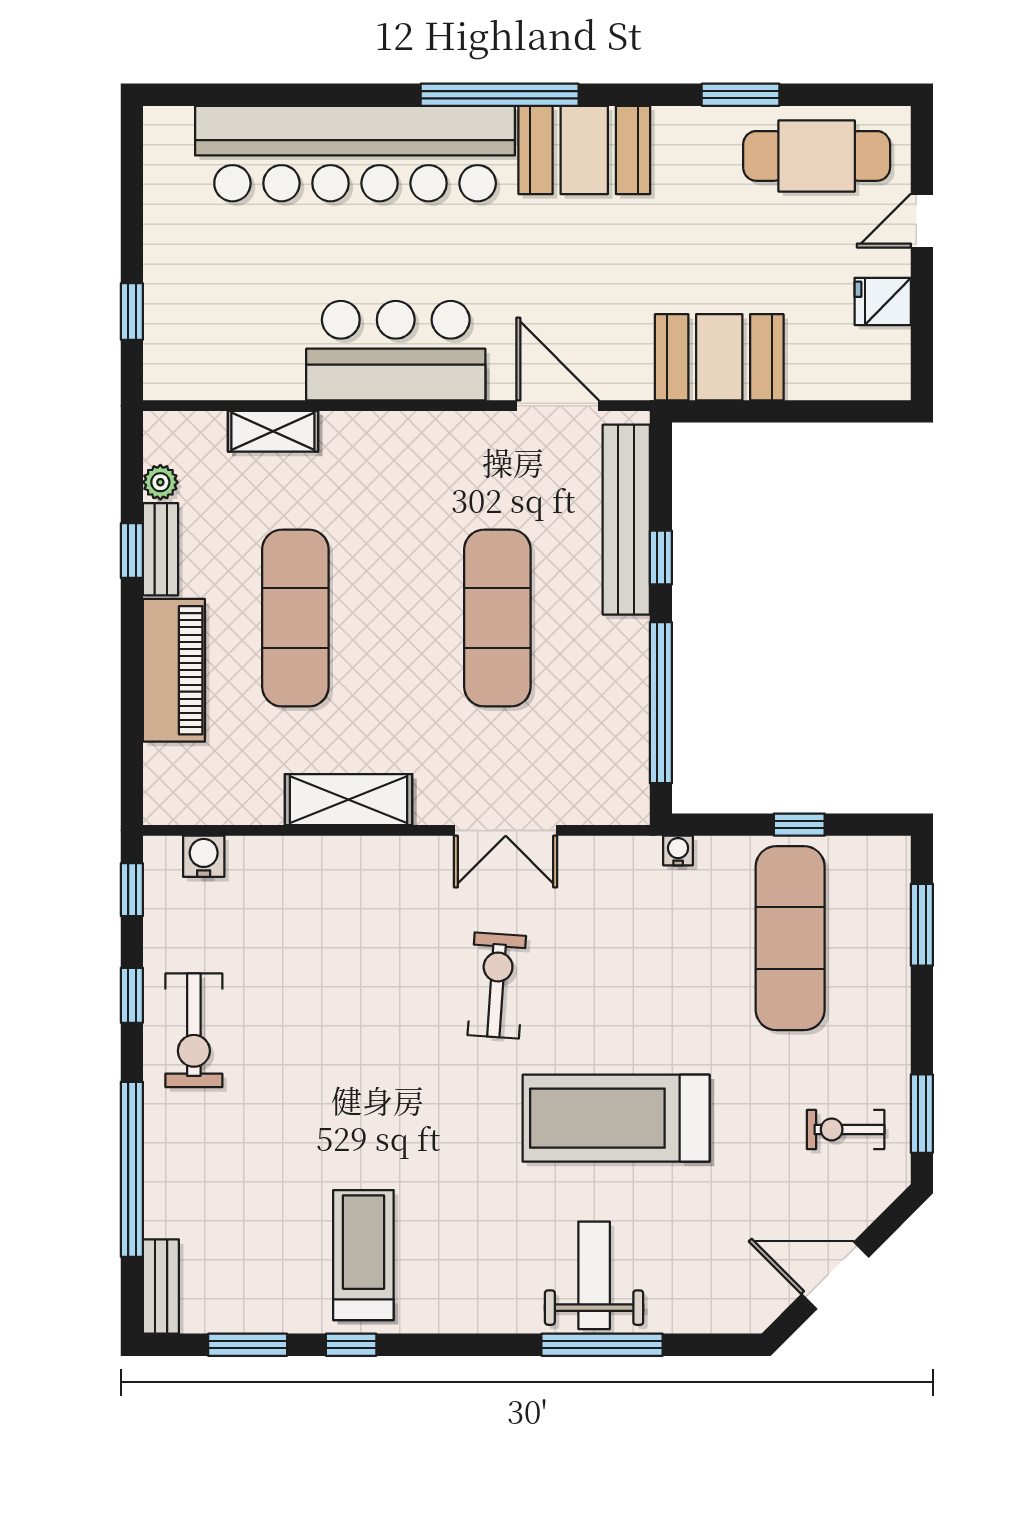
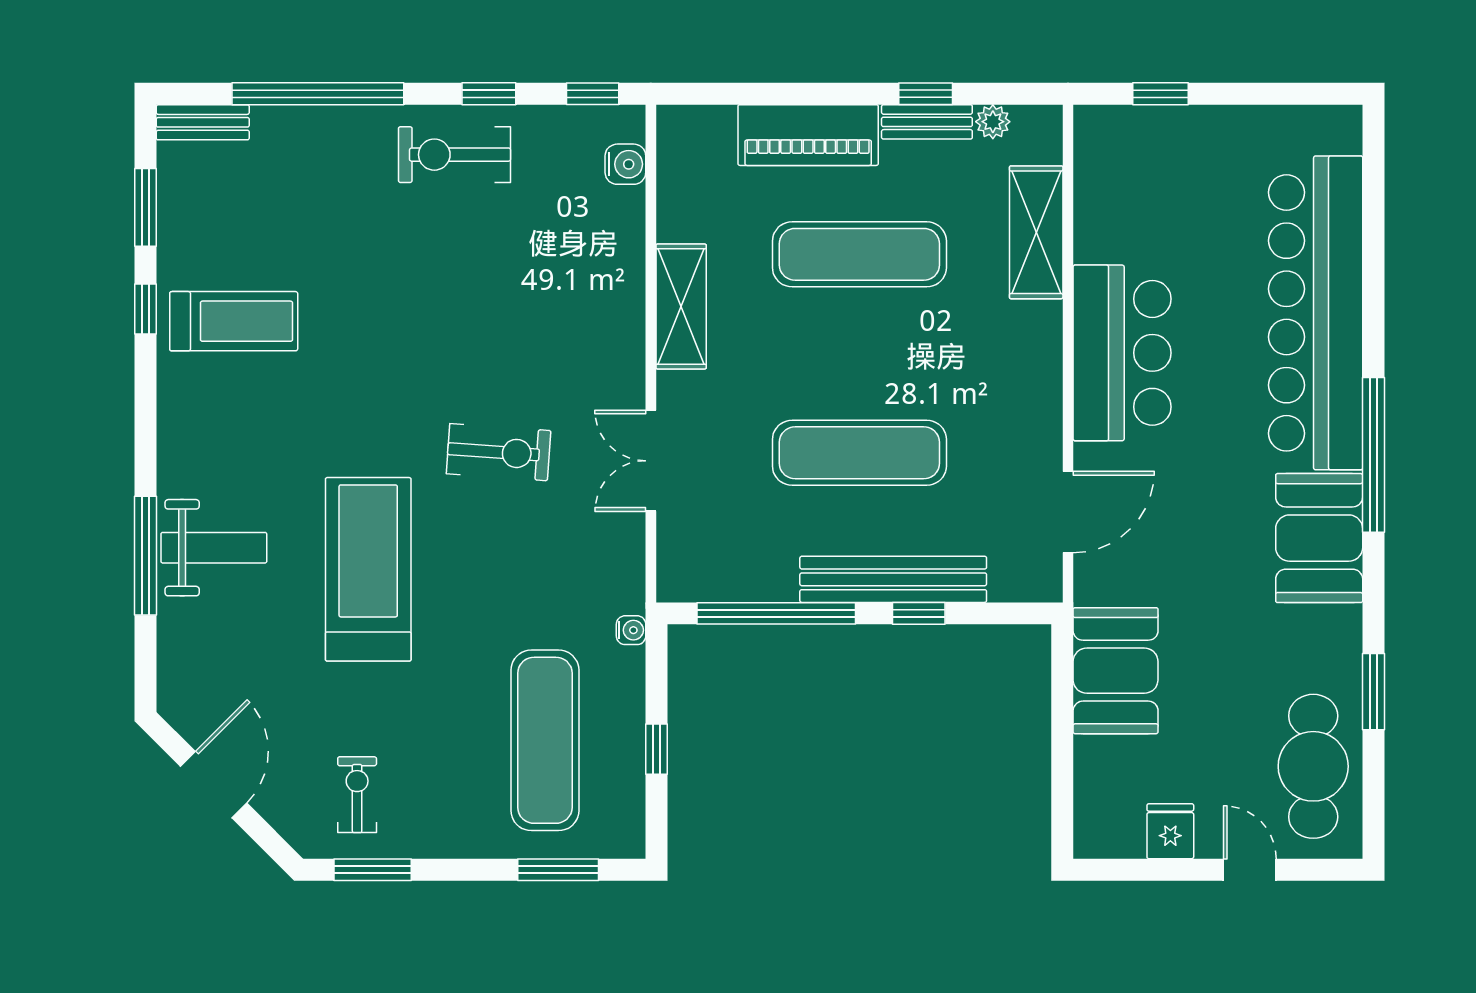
shelving: (273, 431) -> (1036, 232), width x1.50, depth x1.33
bench: (626, 520) -> (893, 579), moved
exercise mat: (790, 938) -> (545, 740), turned 90

